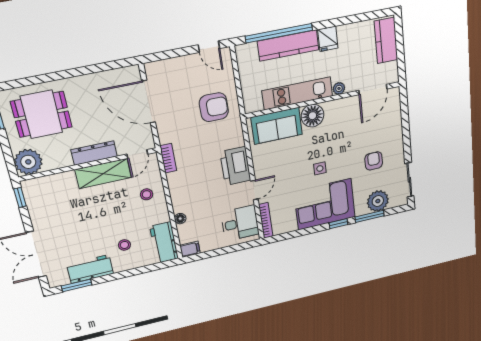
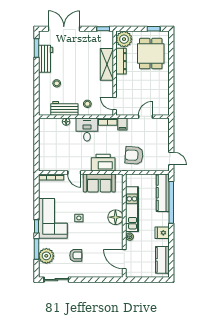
kitchen counter: (386, 40) -> (162, 260), moved, turned -90
kitchen counter: (288, 45) -> (163, 193), moved
door: (209, 47) -> (171, 159), swing flipped
door: (149, 102) -> (146, 117), width x0.53
armchair: (214, 107) -> (134, 155), turned 94
sofa: (277, 126) -> (99, 183), moved, turned -90
dresser: (94, 153) -> (121, 61), moved
printer: (235, 166) -> (103, 163), moved
shelving: (103, 174) -> (107, 64), moved
desk: (240, 223) -> (87, 130), moved, turned 180
workbench: (164, 242) -> (64, 108), moved
filing cabinet: (190, 249) -> (122, 124), moved

